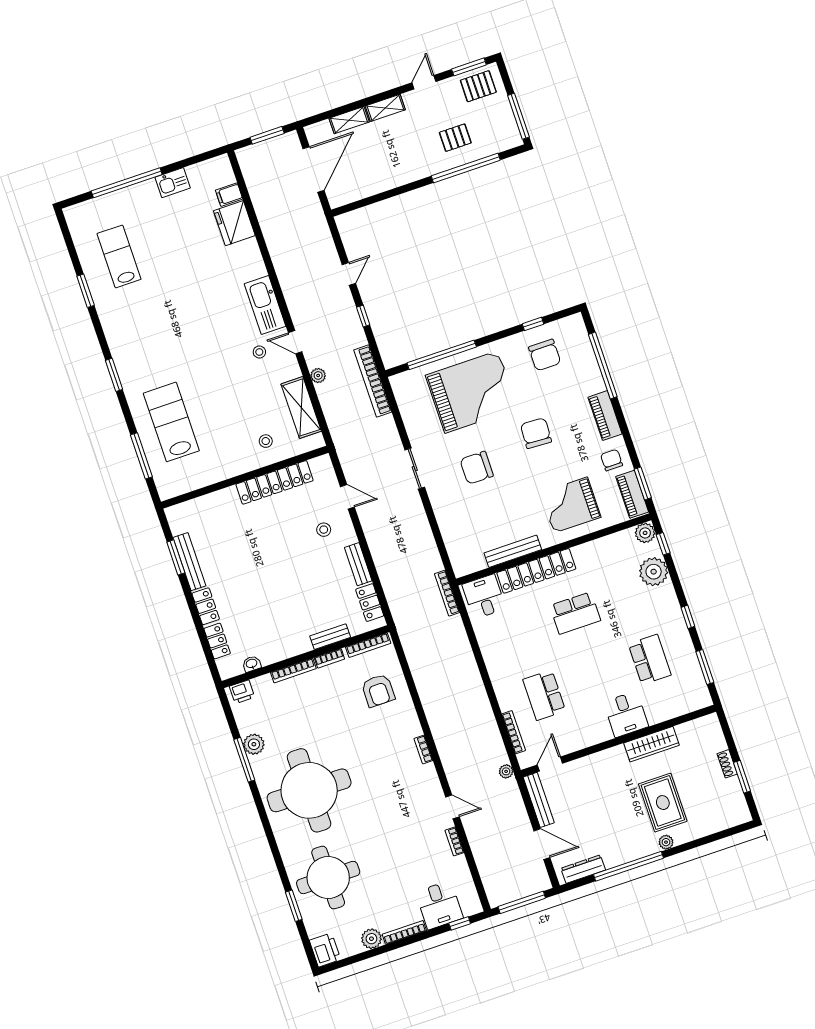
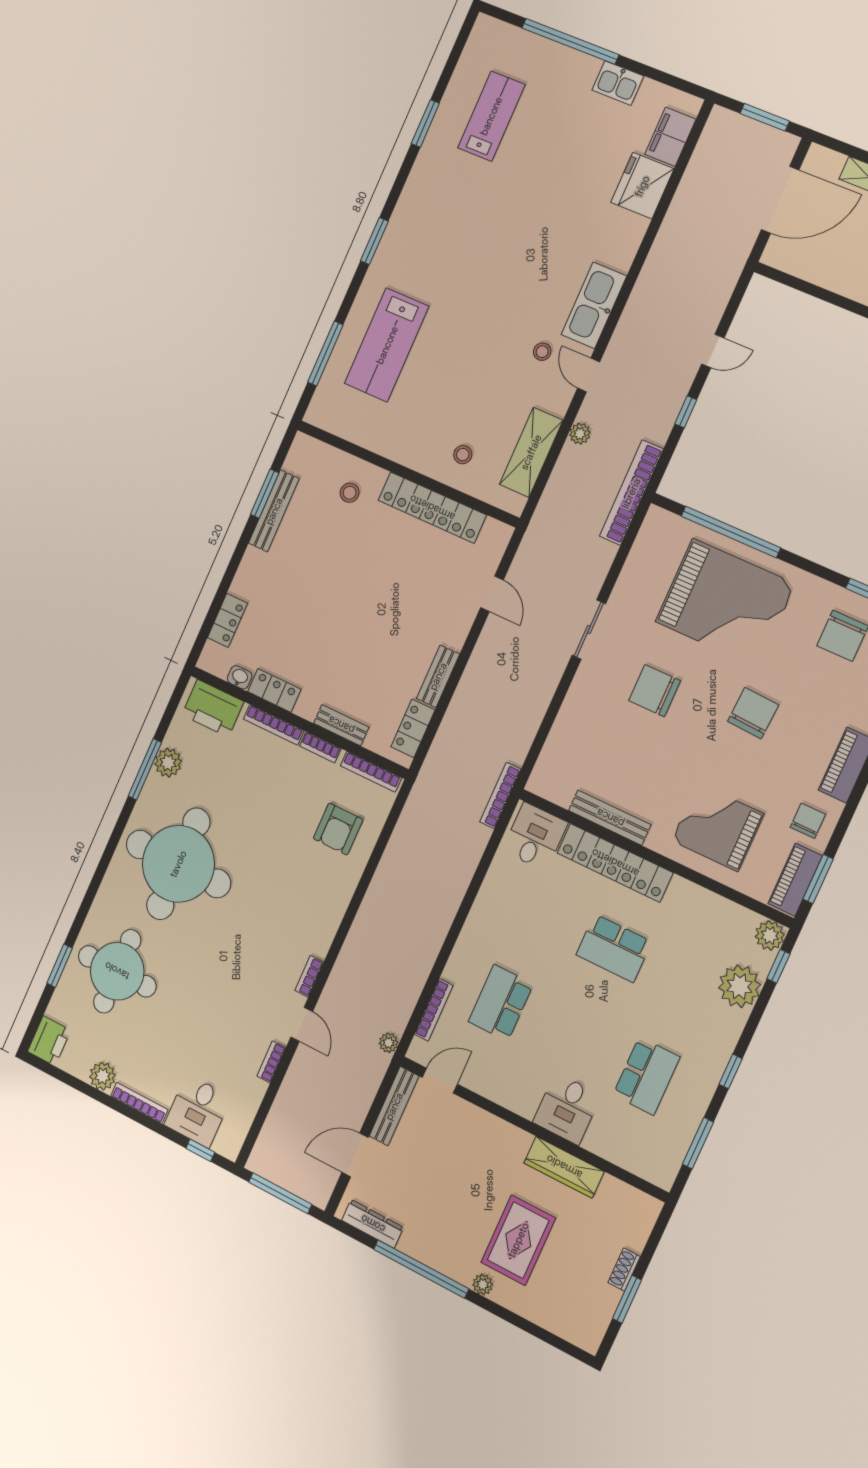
filing cabinet: (229, 195) -> (670, 137), width x2.00
lab bench: (171, 422) -> (387, 345), turned 180
stool: (324, 530) -> (350, 493), moved
locker: (206, 606) -> (274, 690), moved, turned -90
printer: (242, 692) -> (213, 708), width x1.87, depth x1.48
bookcase: (423, 749) -> (309, 976), moved
door: (542, 844) -> (355, 1155), swing flipped

